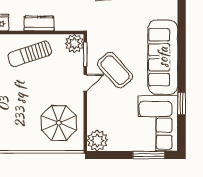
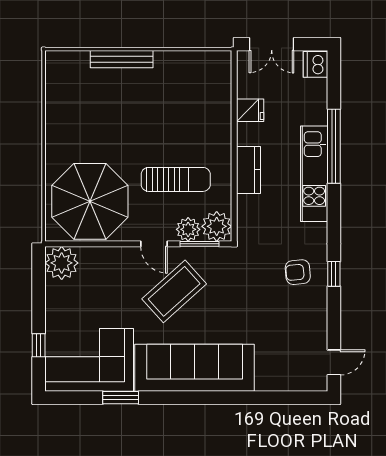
sun lounger: (30, 54) -> (176, 179), moved, turned 108
plant: (76, 61) -> (188, 229), added
parasol: (59, 123) -> (90, 201), width x1.36, depth x1.36
window: (149, 155) -> (39, 345), width x0.46

